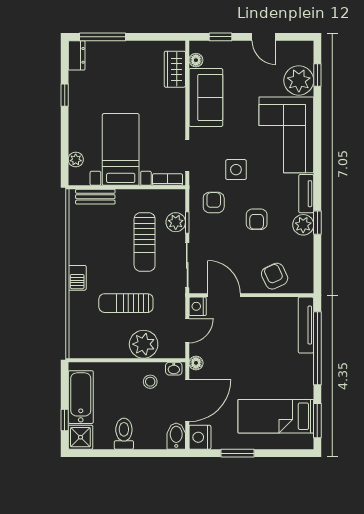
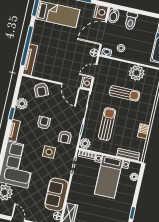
plant: (176, 222) -> (85, 144), moved
plant: (303, 225) -> (22, 104), moved
barbecue: (77, 278) -> (144, 131), moved
plant: (144, 344) -> (137, 73), moved
toilet: (124, 434) -> (131, 21), moved

